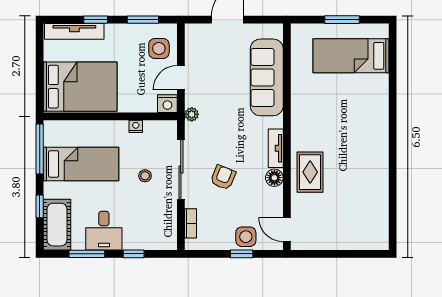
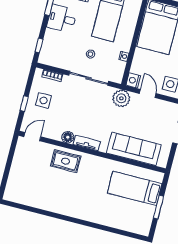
bed: (351, 56) -> (135, 188), moved, turned -90
plant: (192, 114) -> (121, 98), width x1.88, depth x1.88
armchair: (223, 177) -> (76, 104), removed
side table: (246, 237) -> (44, 100), moved
window: (134, 254) -> (39, 45), moved

